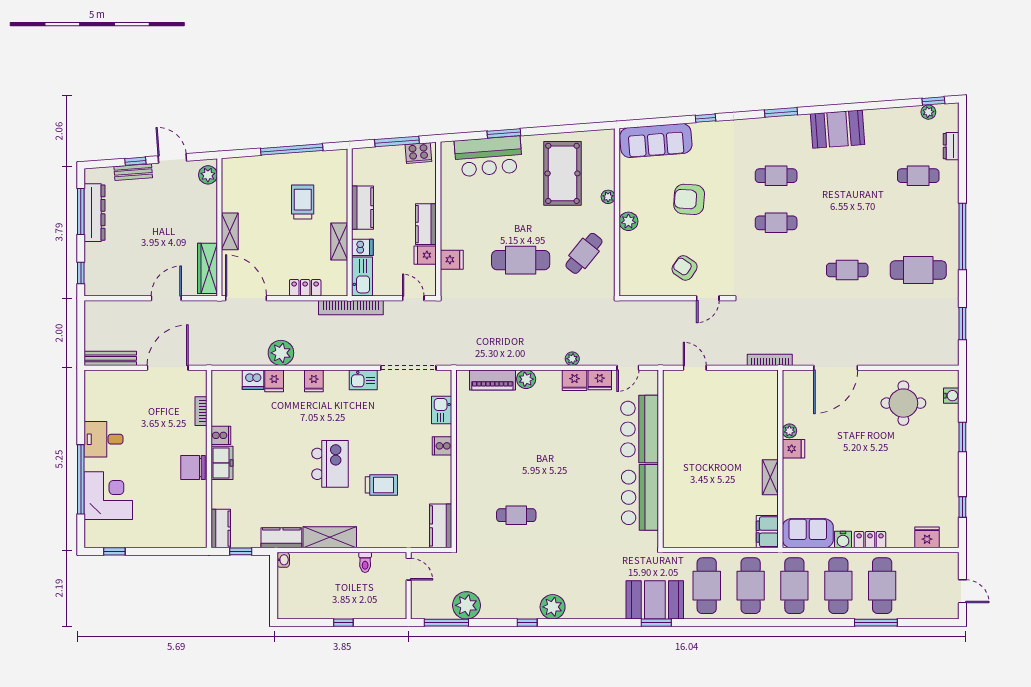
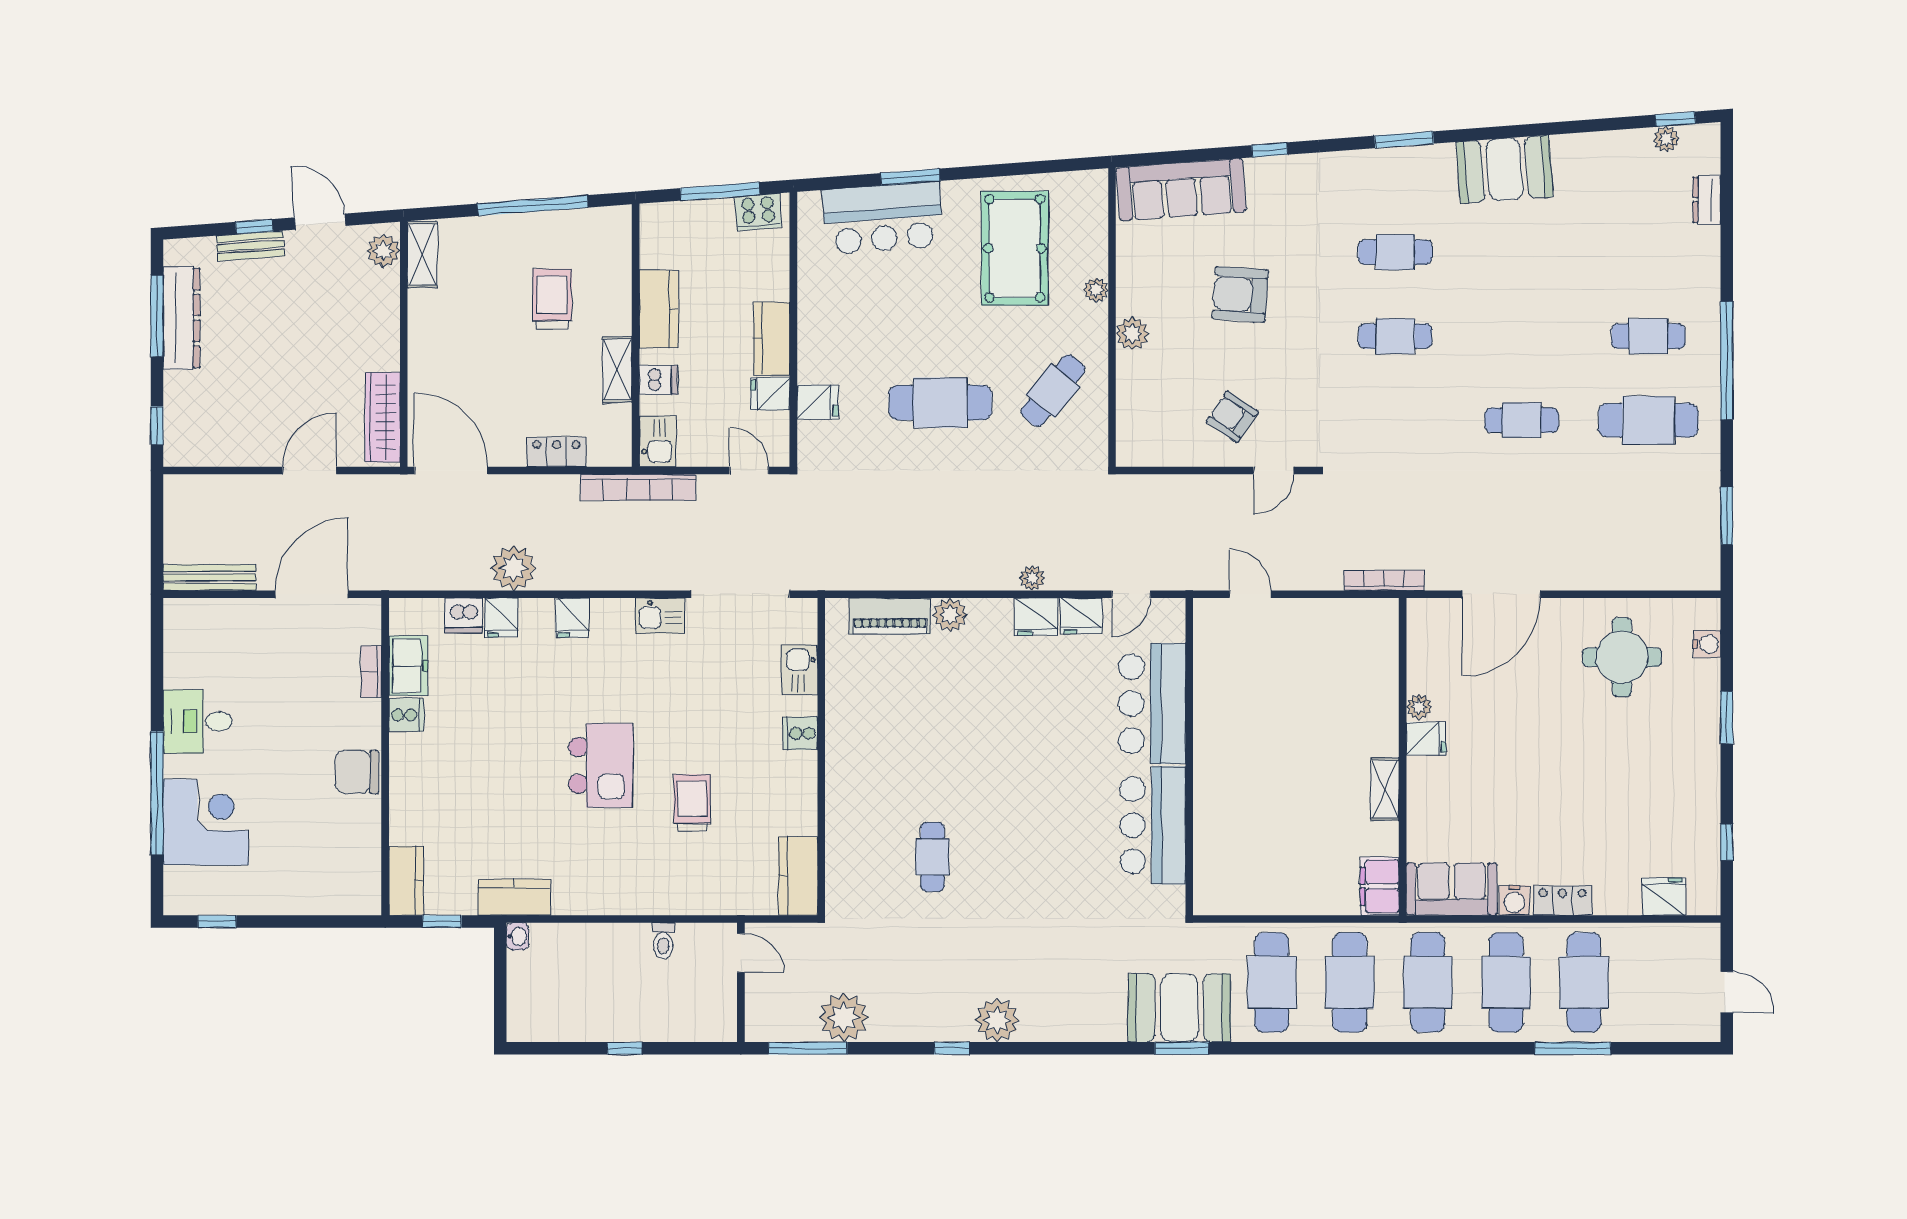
cafe table: (918, 176) -> (1648, 336), moved
shelving: (230, 231) -> (422, 254), moved
kitchen sink: (362, 277) -> (658, 441), width x0.73
freezer: (222, 463) -> (408, 666), moved
trolley: (381, 485) -> (692, 803), turned -90
cafe table: (516, 515) -> (932, 857), turned 90
shelving: (330, 537) -> (600, 896), removed

